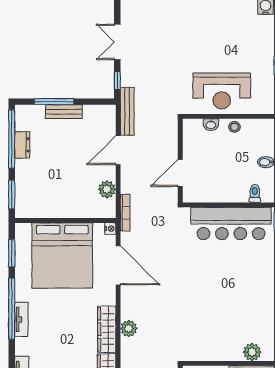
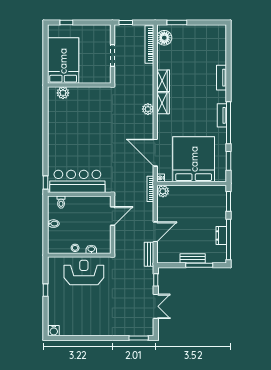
bench: (127, 111) -> (149, 254), width x0.73
plant: (107, 189) -> (163, 191), moved
wardrobe: (107, 329) -> (163, 103), width x0.67

